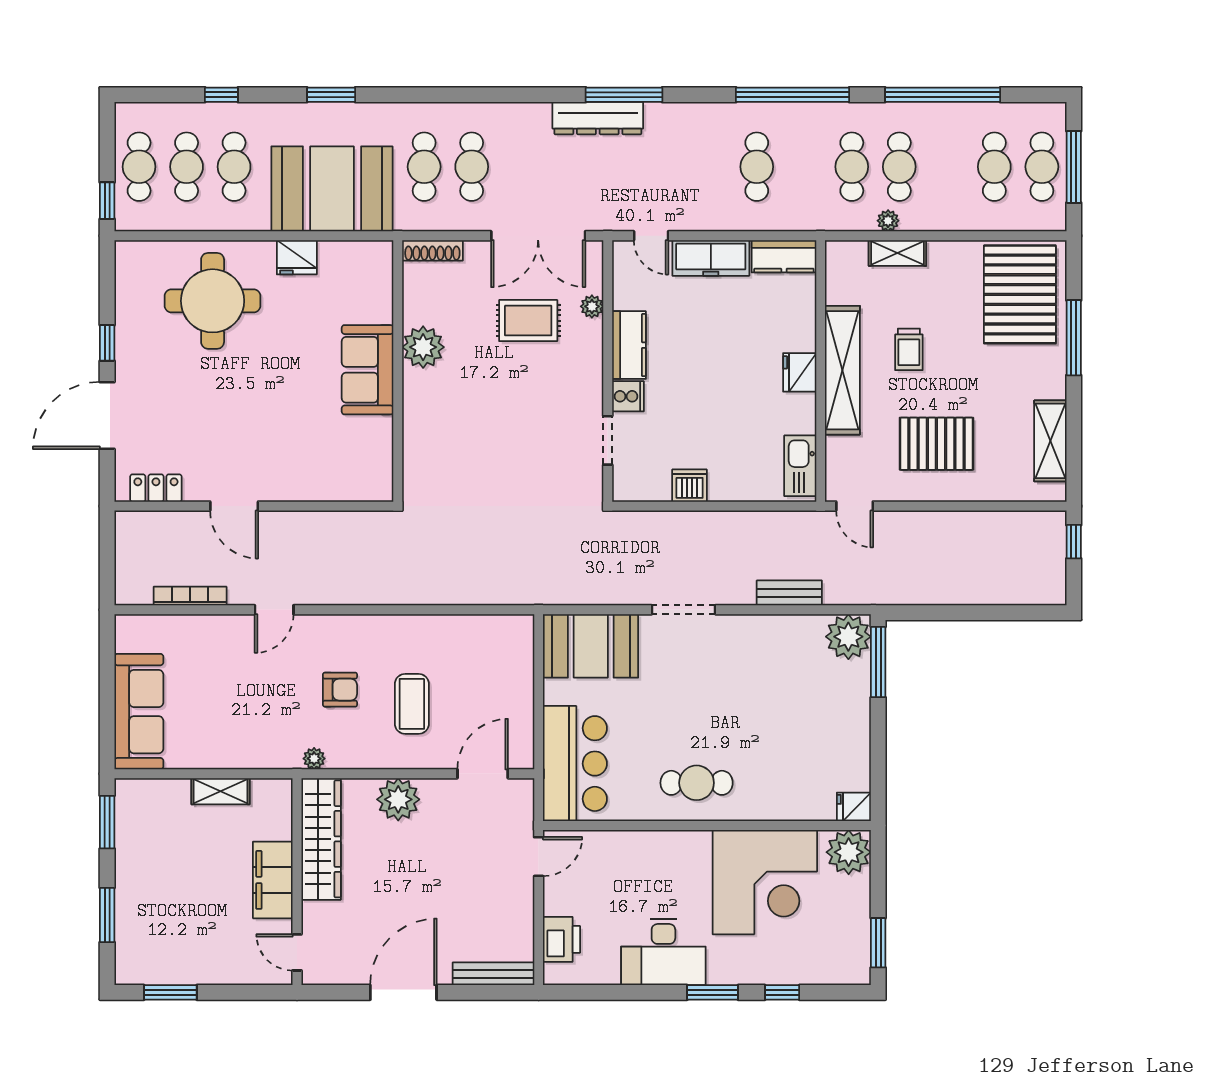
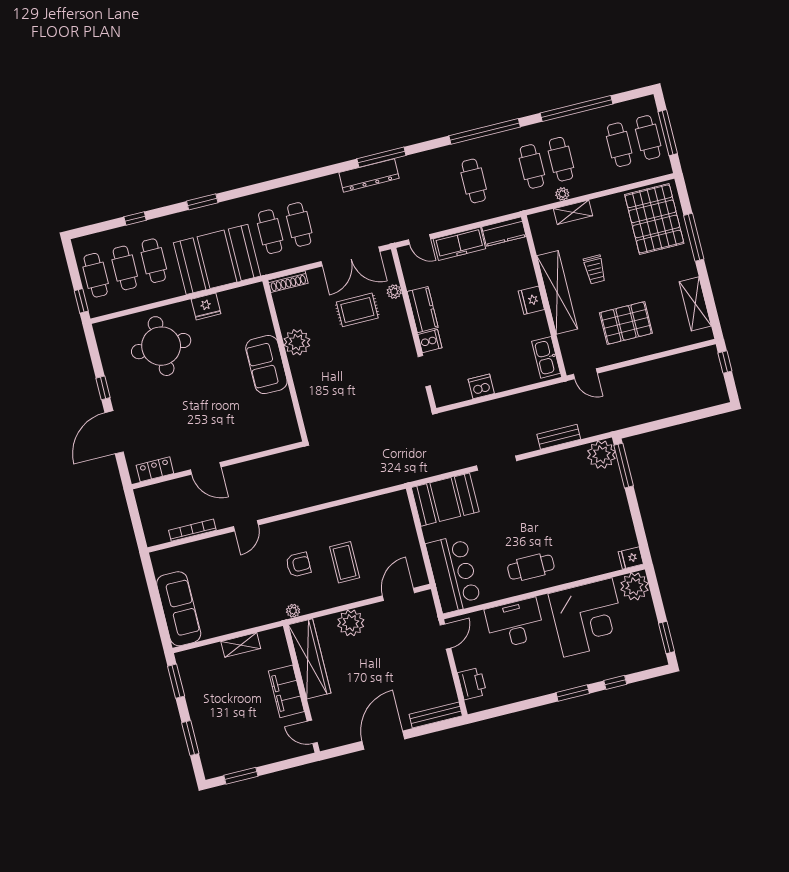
desk: (663, 952) -> (515, 623), moved, turned 180

